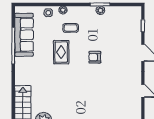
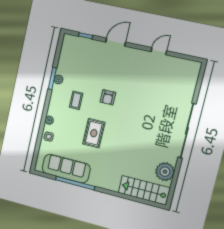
coffee table: (71, 28) -> (76, 100), moved
rug: (61, 52) -> (94, 133), turned 90

